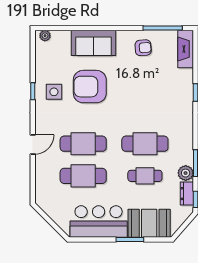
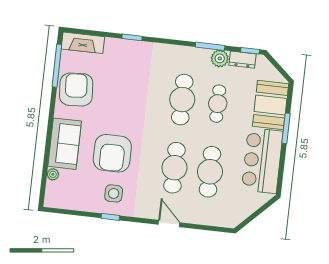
plant: (45, 36) -> (53, 174), moved
armchair: (143, 48) -> (76, 89), width x1.88, depth x1.88

